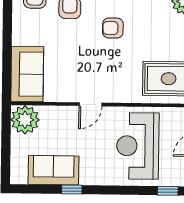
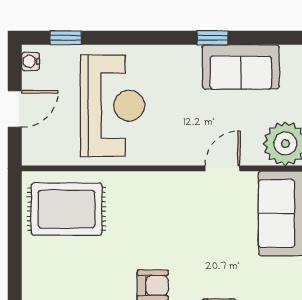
door: (91, 104) -> (222, 168), moved

